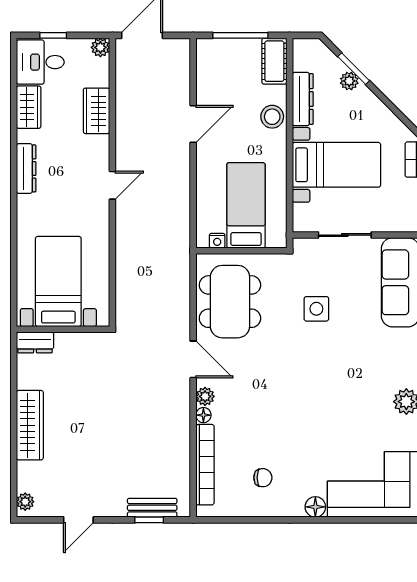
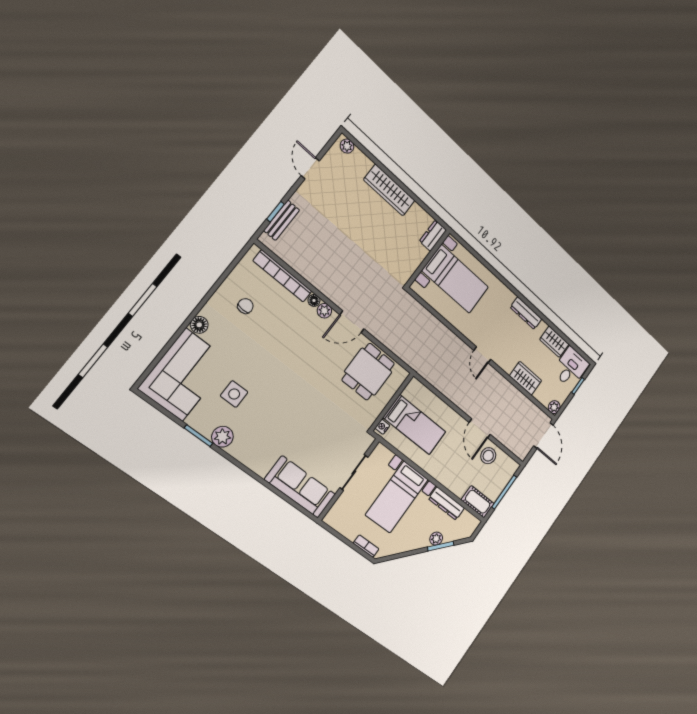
stool: (272, 117) -> (488, 456), moved
nightstand: (217, 241) -> (382, 427), moved
dining table: (230, 302) -> (368, 372), width x0.73
side table: (316, 309) -> (234, 394), moved
chair: (263, 478) -> (245, 306), turned 180

